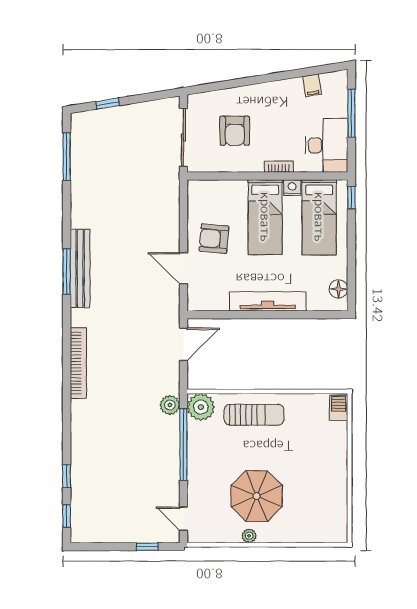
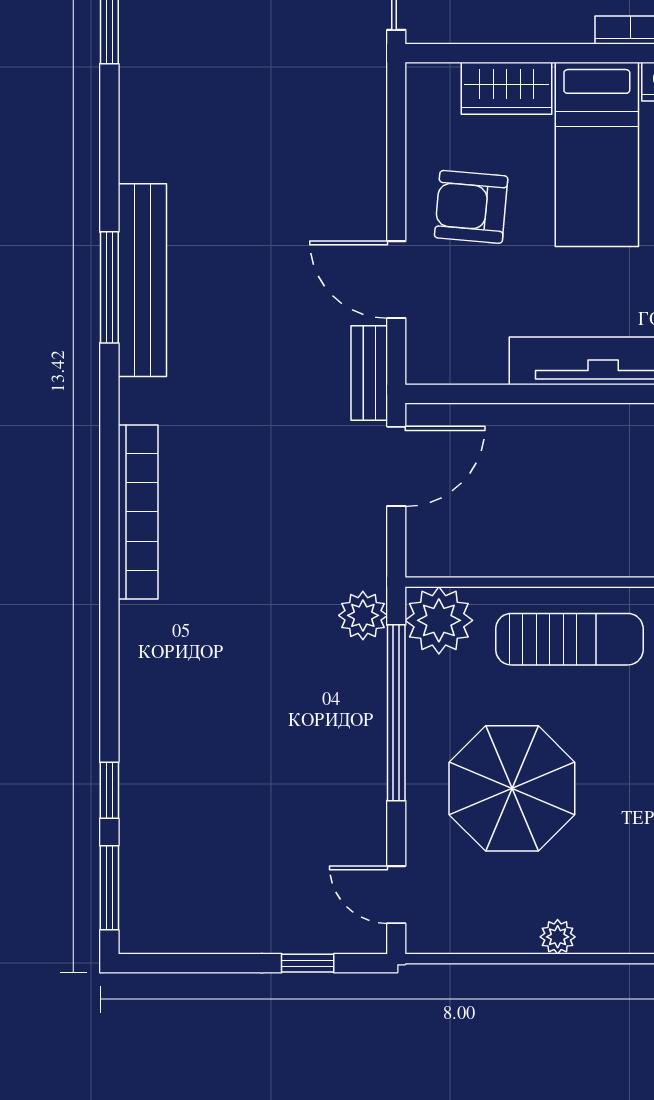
wardrobe: (228, 190) -> (507, 88), added
bench: (172, 306) -> (369, 373), added
parasol: (257, 496) -> (512, 788), moved
window: (67, 516) -> (109, 888), width x1.50

